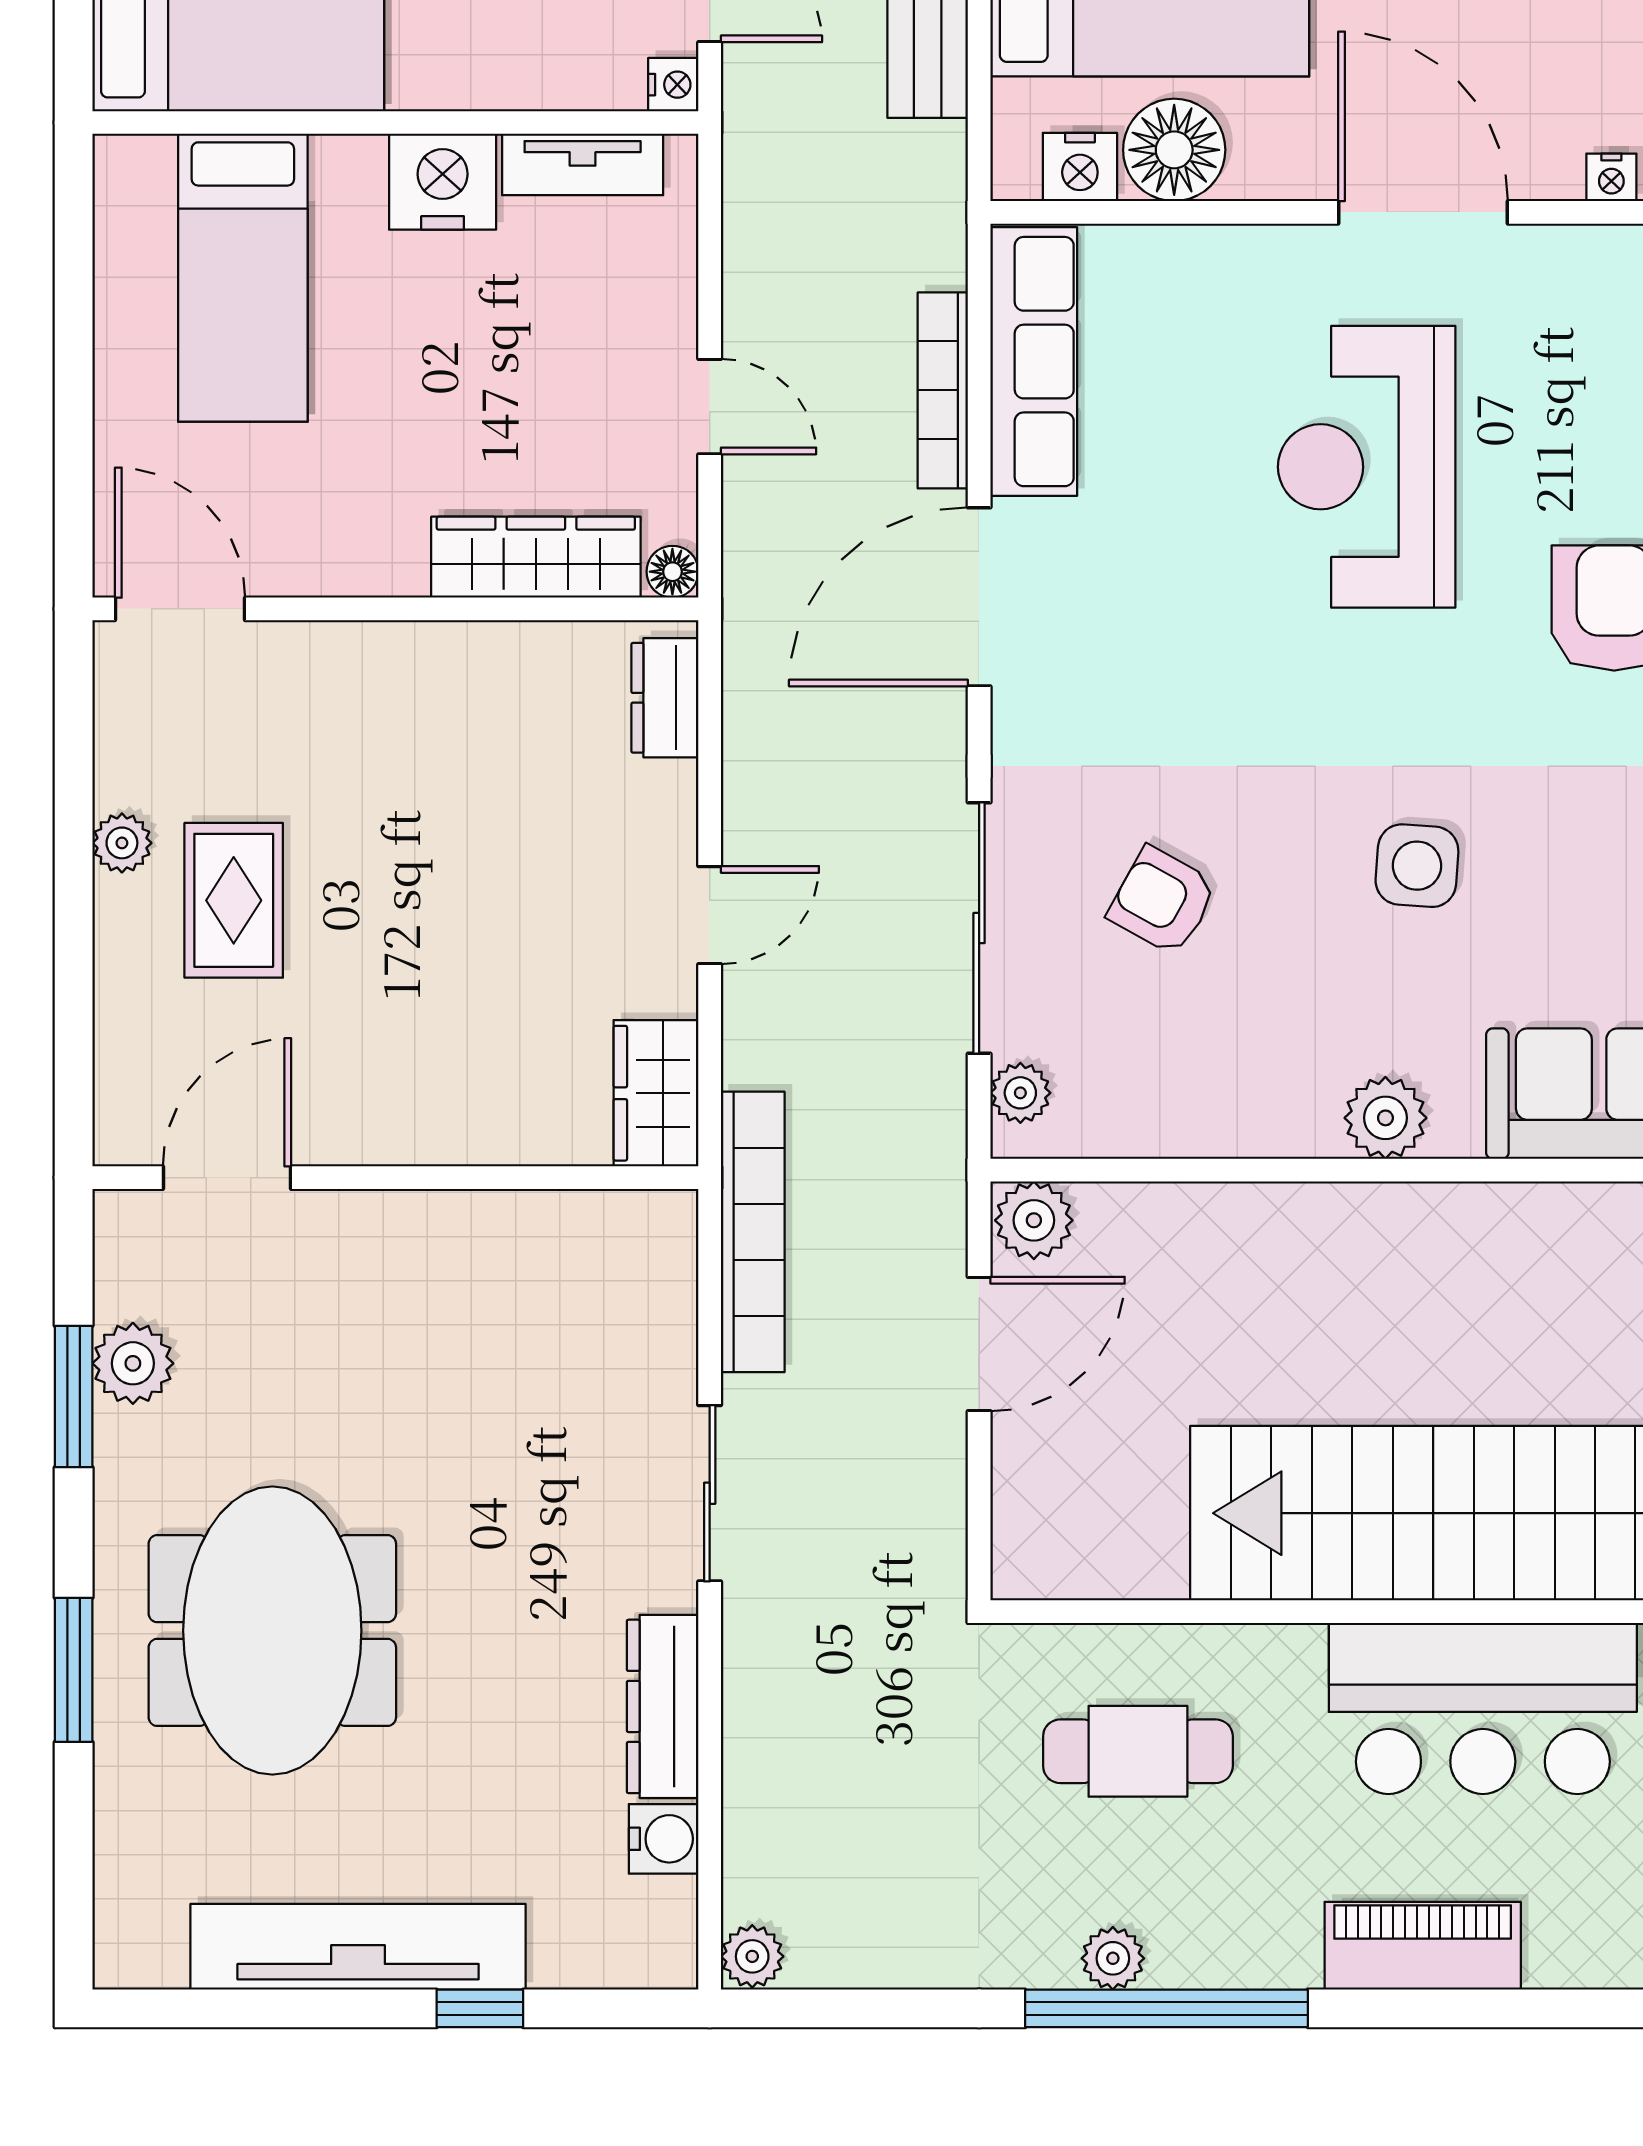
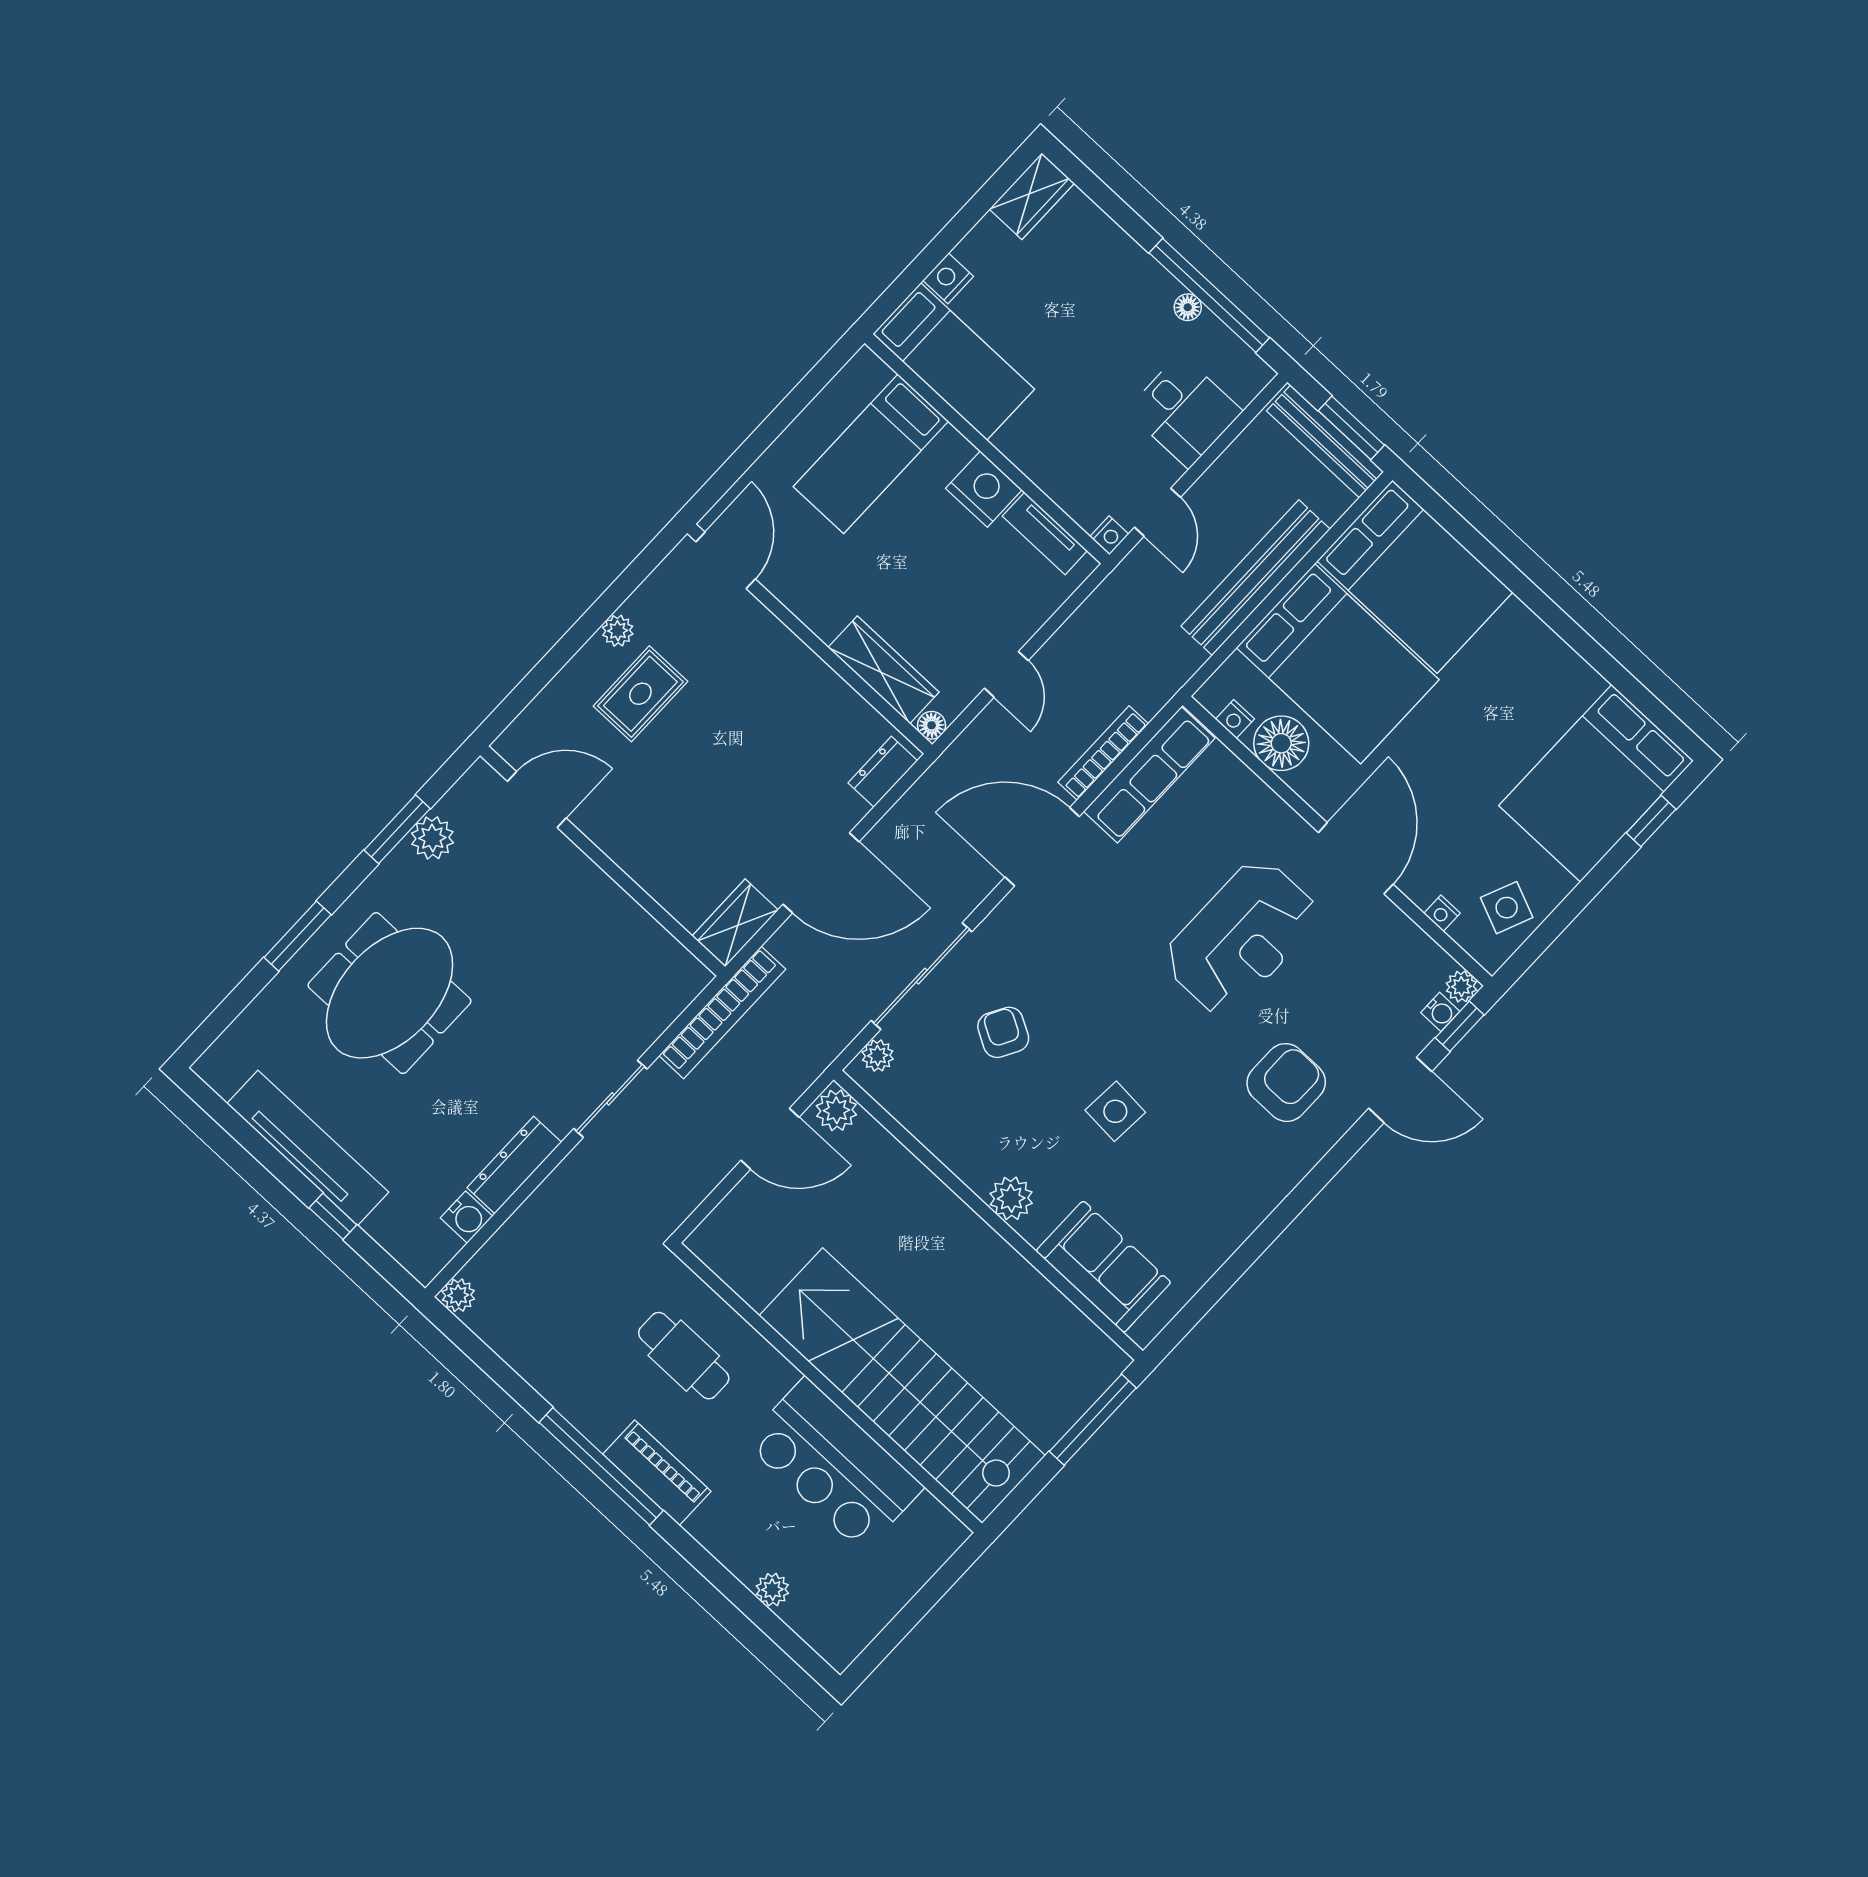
nightstand: (1080, 167) -> (1235, 719), width x0.72, depth x0.74
reception desk: (1367, 467) -> (1241, 937), turned 180
door: (710, 915) -> (821, 873), width x1.88
piano: (1423, 1946) -> (657, 1473), moved
plant: (1113, 1958) -> (772, 1590), moved

